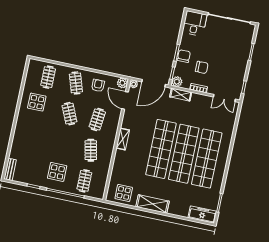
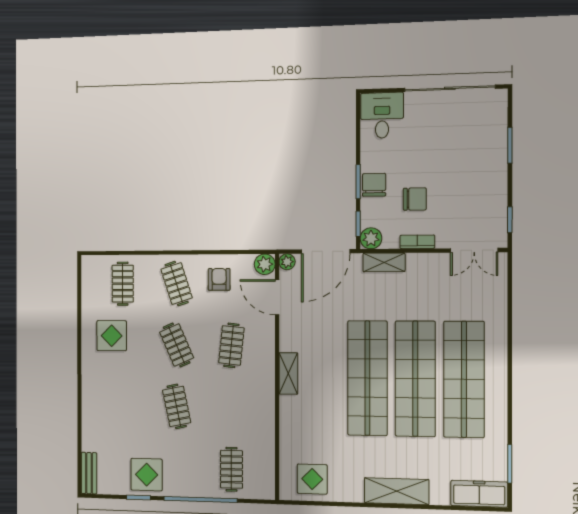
clothes rail: (91, 150) -> (177, 406), moved
display table: (57, 172) -> (147, 475), moved
shelving: (153, 204) -> (397, 491), moved

